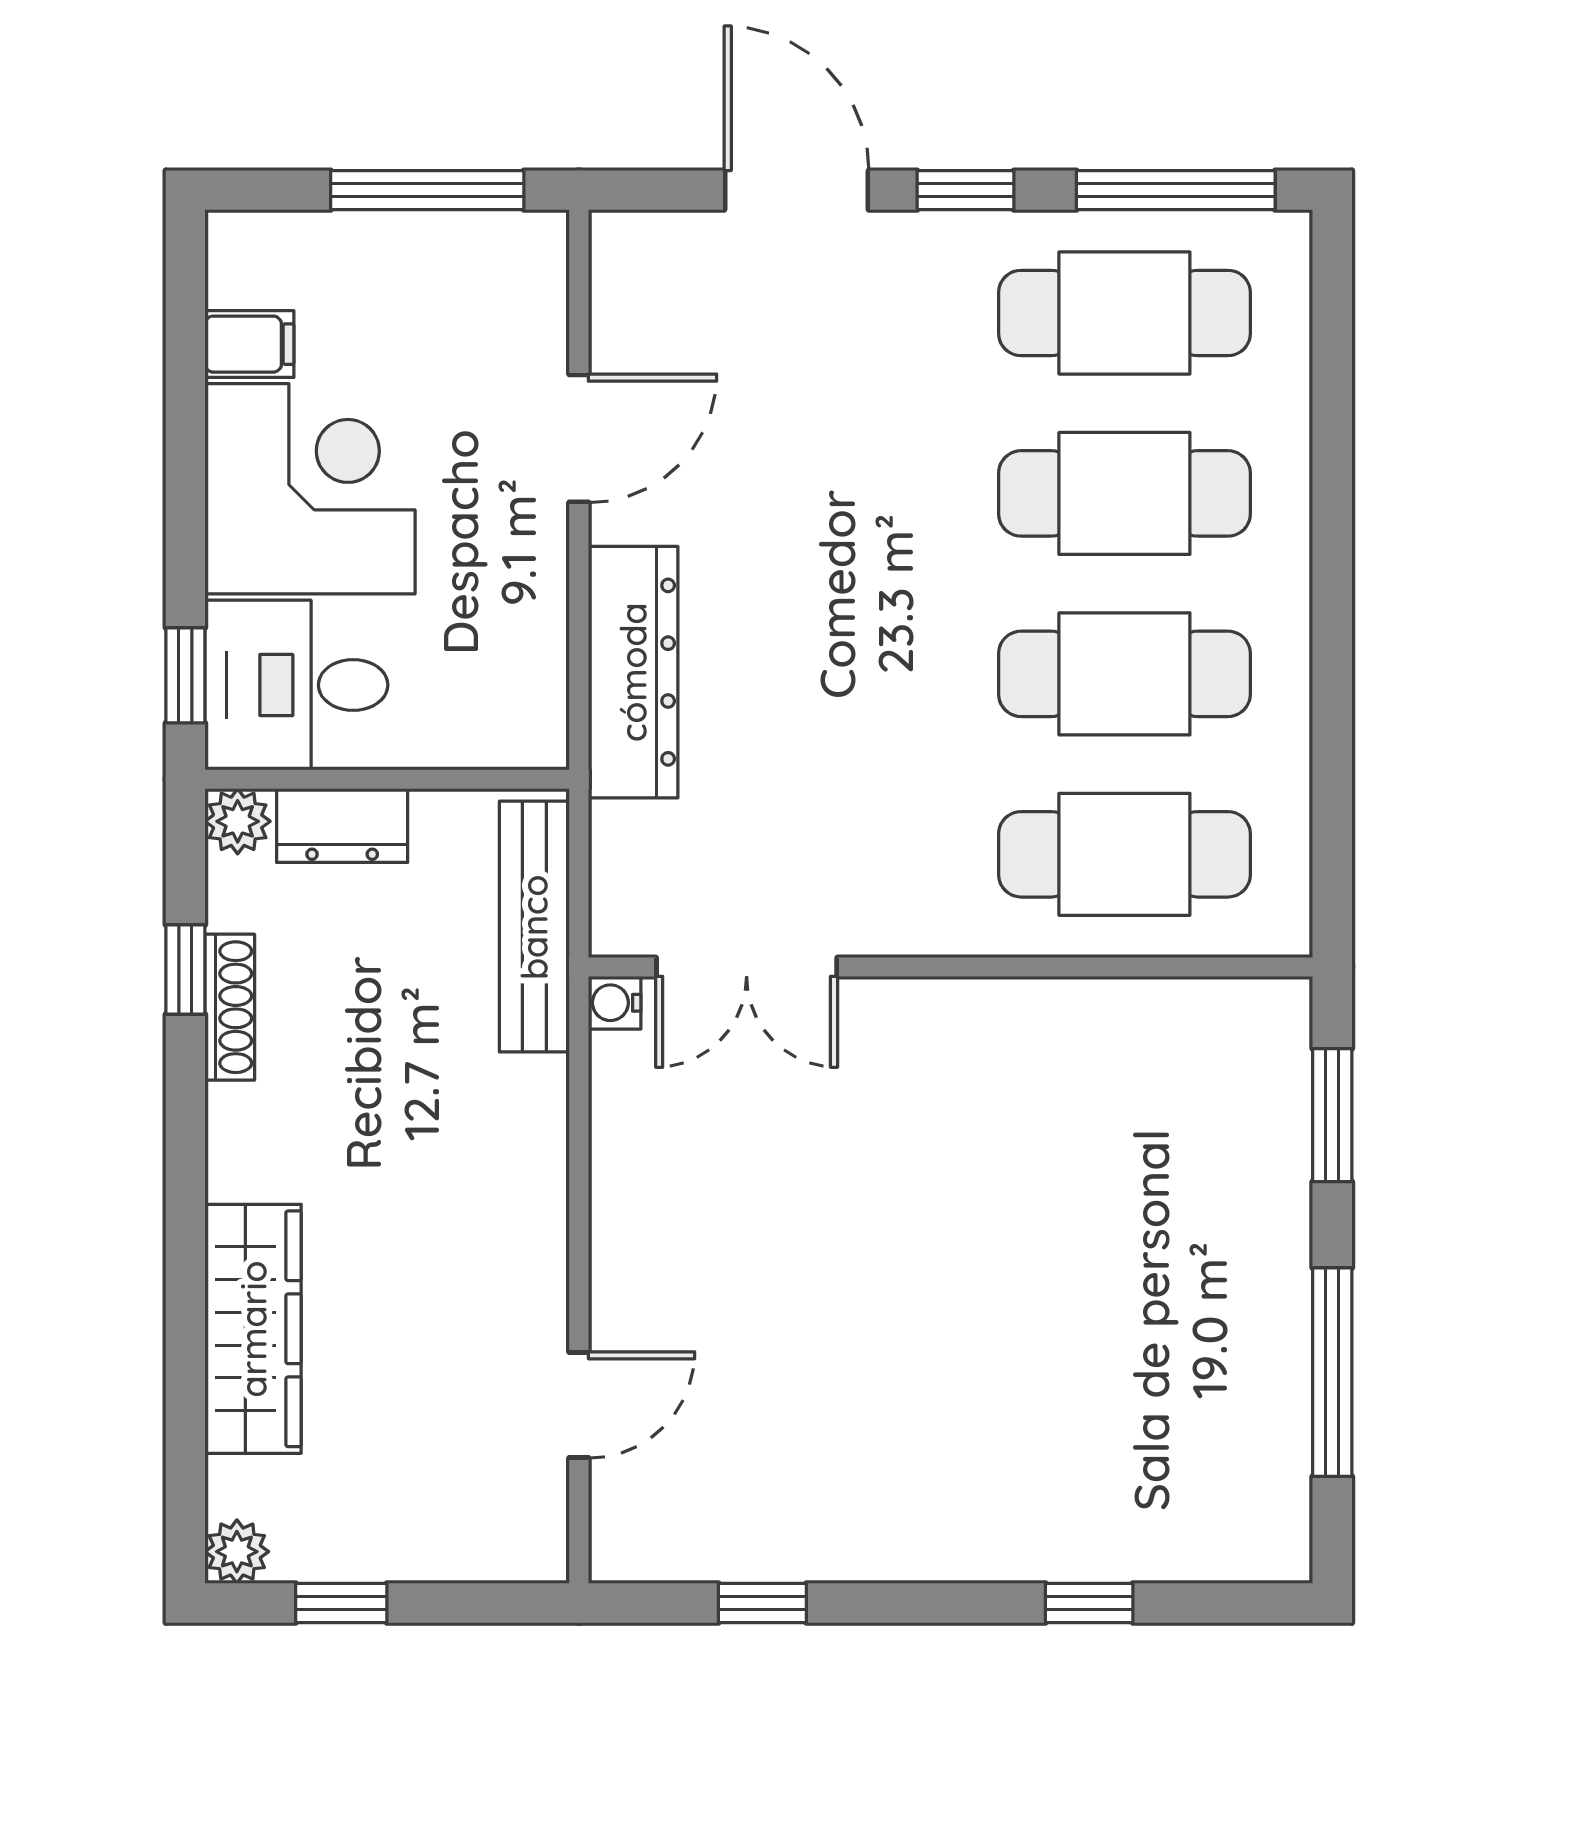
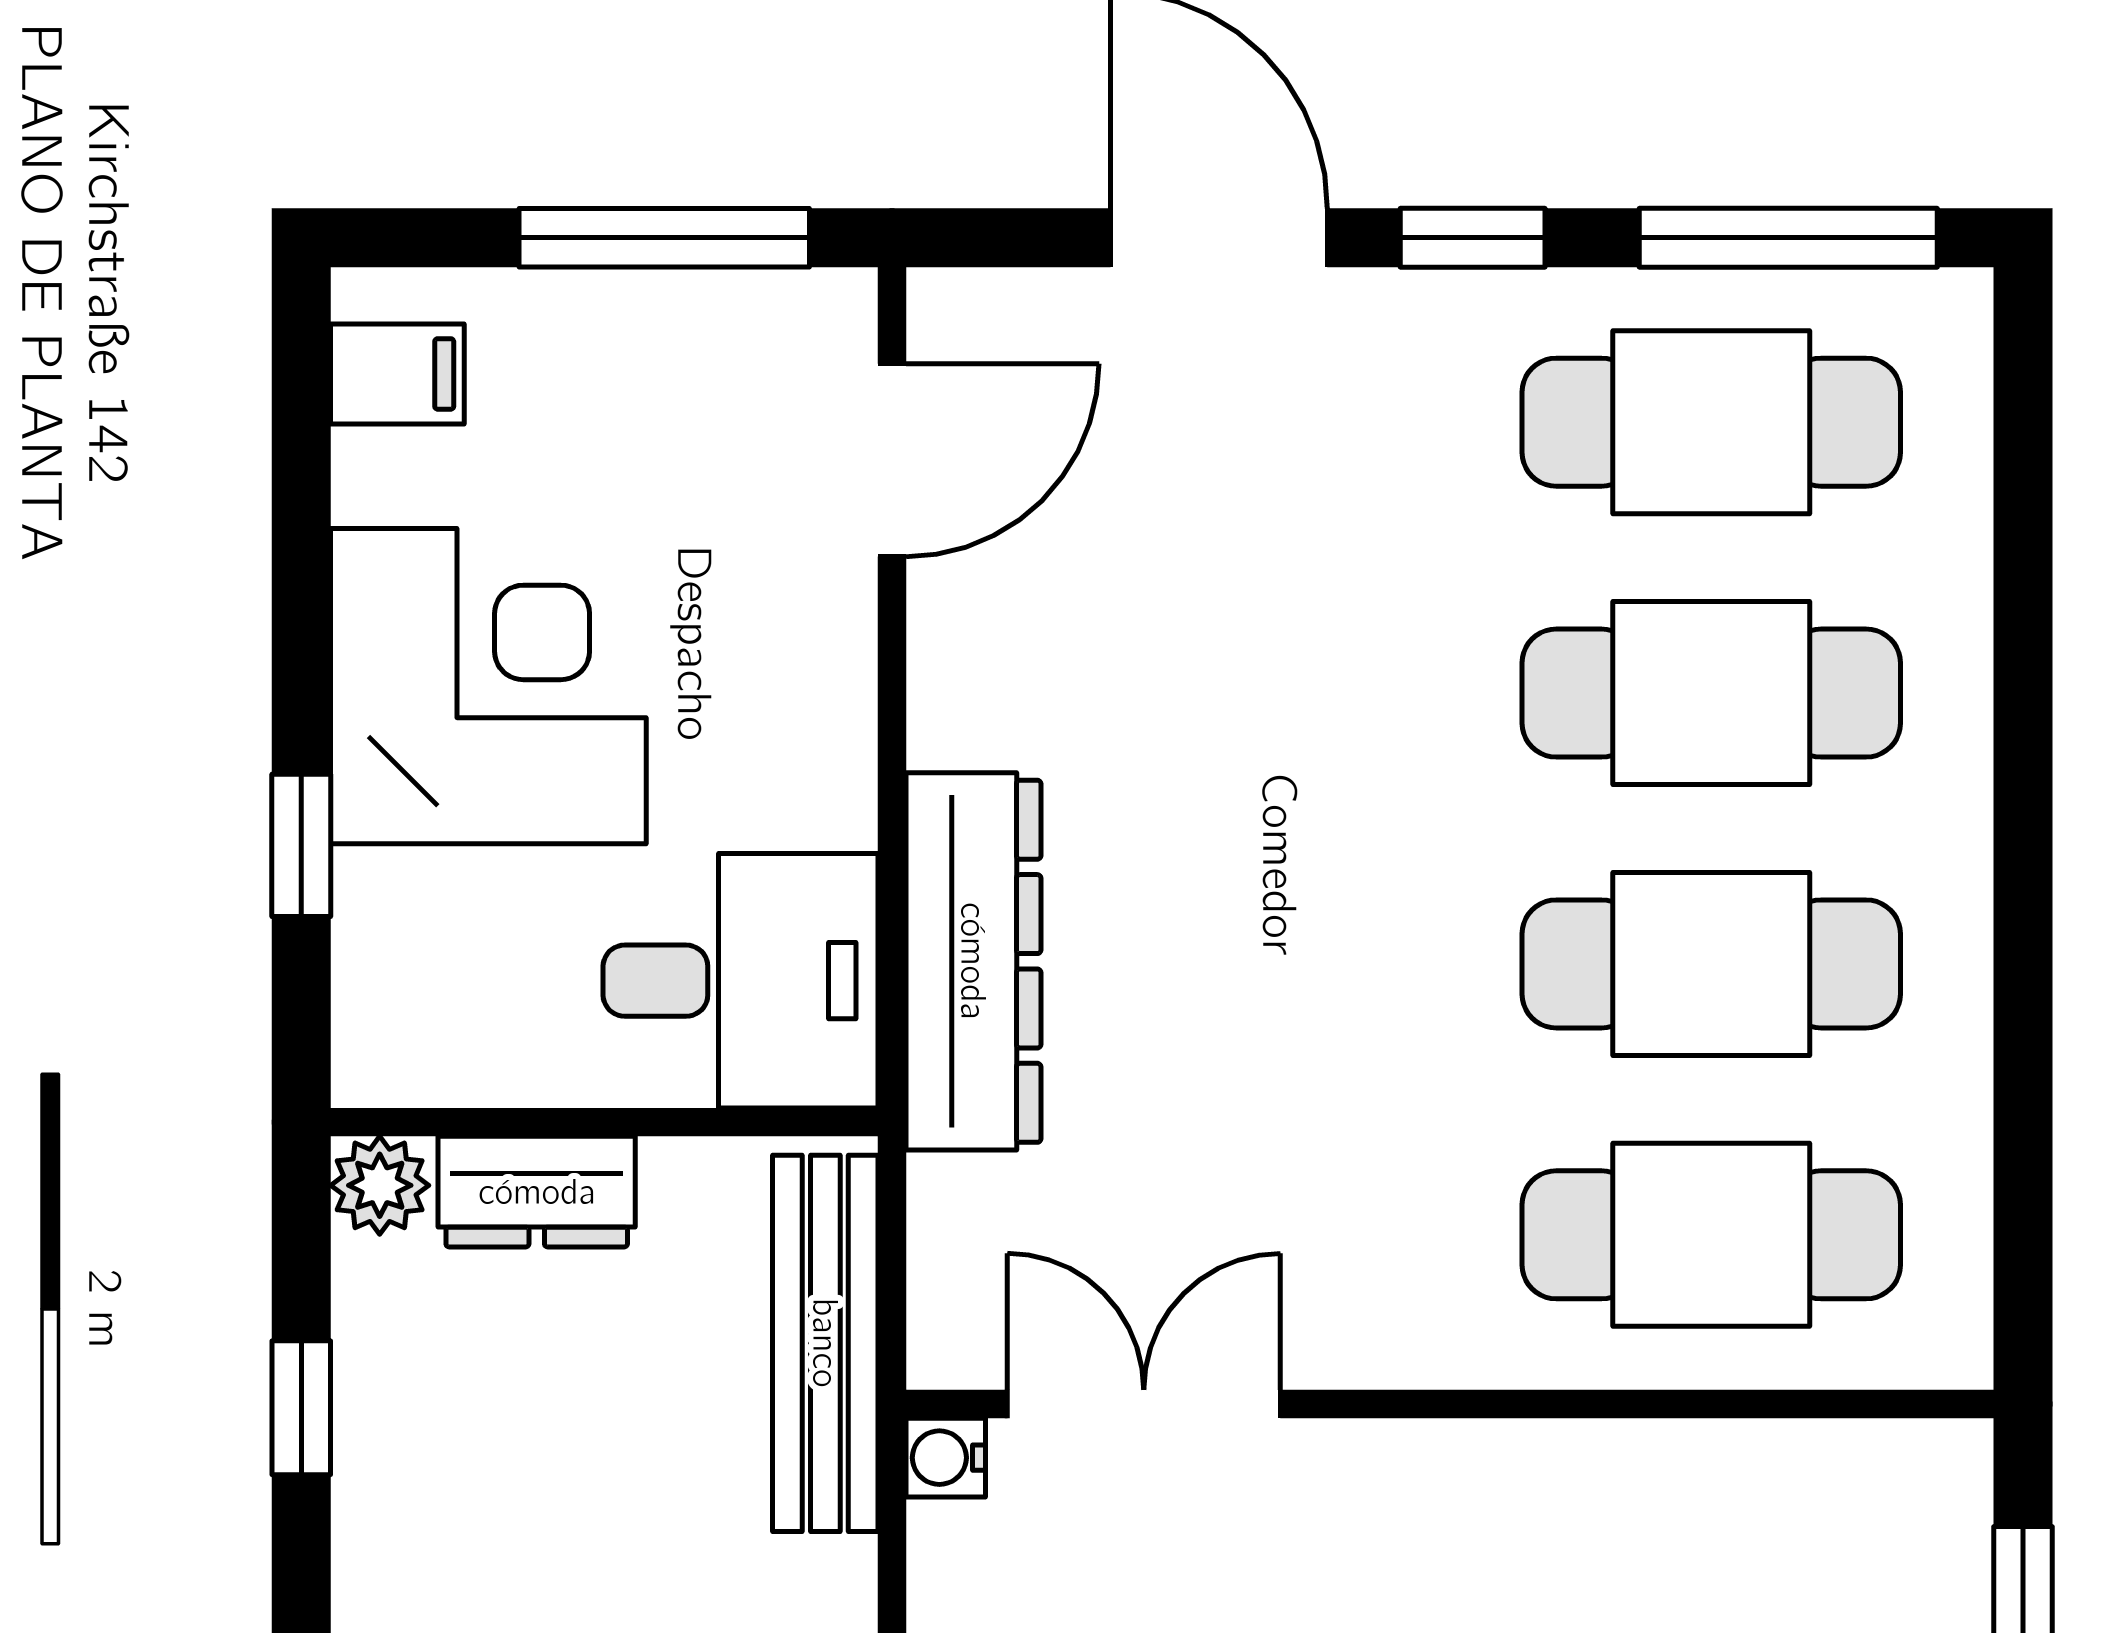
filing cabinet: (249, 344) -> (397, 374), moved
door: (579, 438) -> (892, 460), moved
window: (185, 675) -> (301, 845), moved
desk: (296, 685) -> (741, 981), moved, turned 180
double door: (747, 967) -> (1144, 1404), swing flipped
shoe rack: (230, 1007) -> (368, 1464), removed

